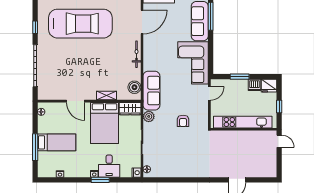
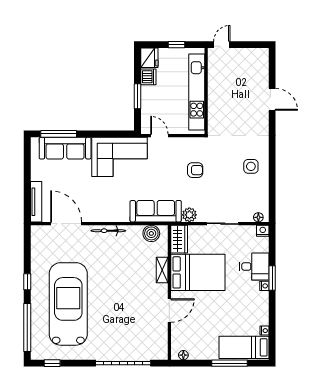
window: (35, 27) -> (52, 363), moved
bed: (57, 142) -> (244, 347), moved, turned -90
side table: (186, 164) -> (251, 166), added

